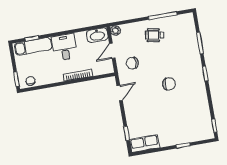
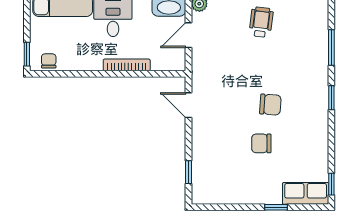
wheelchair: (155, 35) -> (261, 22), turned 88
chair: (132, 63) -> (261, 143), moved
door: (120, 93) -> (189, 105), swing flipped
row of seats: (145, 144) -> (306, 193), moved

